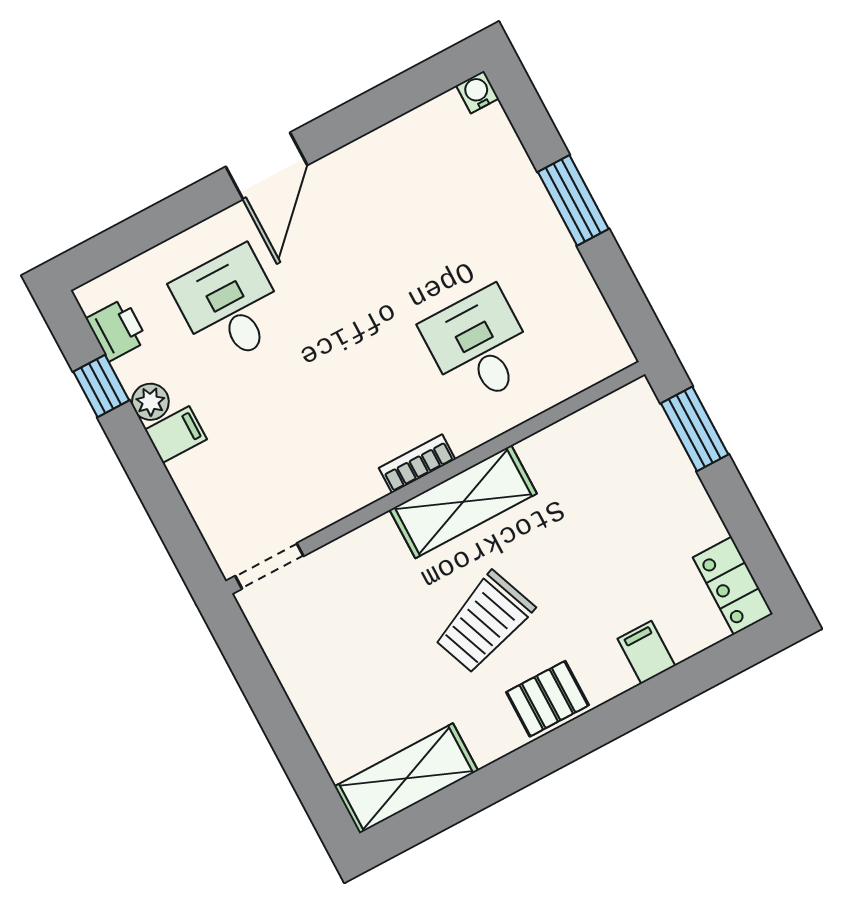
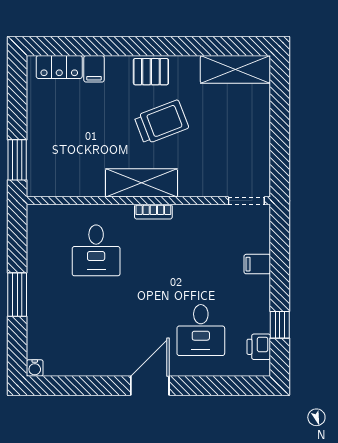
plant: (150, 402) -> (261, 305), removed
filing cabinet: (176, 434) -> (257, 264), moved
locker: (733, 586) -> (59, 67), moved, turned 90

